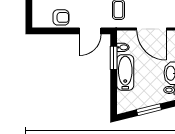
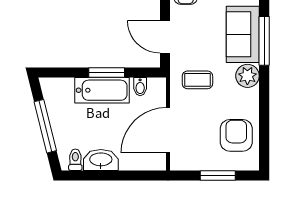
window: (114, 58) -> (107, 72), moved
window: (149, 110) -> (45, 126), width x1.44

